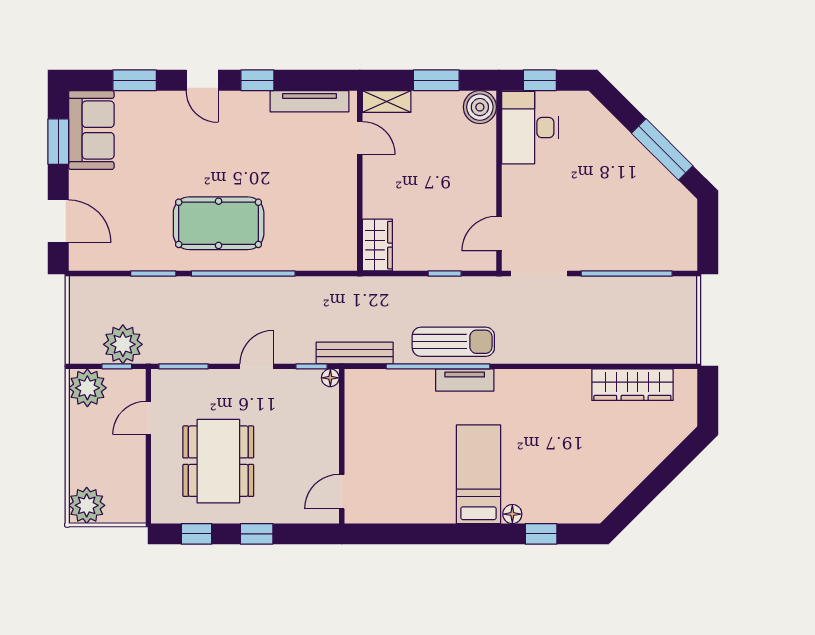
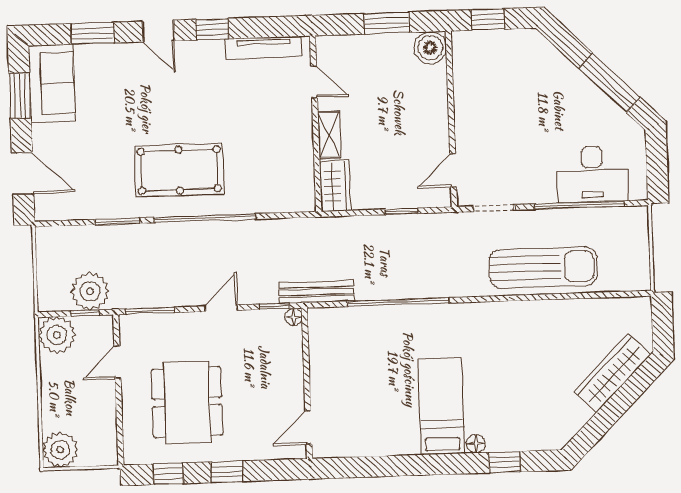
shelving: (387, 101) -> (329, 135), moved, turned 90
desk: (530, 128) -> (592, 174), moved, turned -90
doorway: (539, 274) -> (494, 208), width x0.73
sun lounger: (453, 342) -> (543, 268), moved, width x1.36, depth x1.34
tv unit: (465, 380) -> (425, 315), removed
wardrobe: (632, 385) -> (612, 373), moved, turned 135

